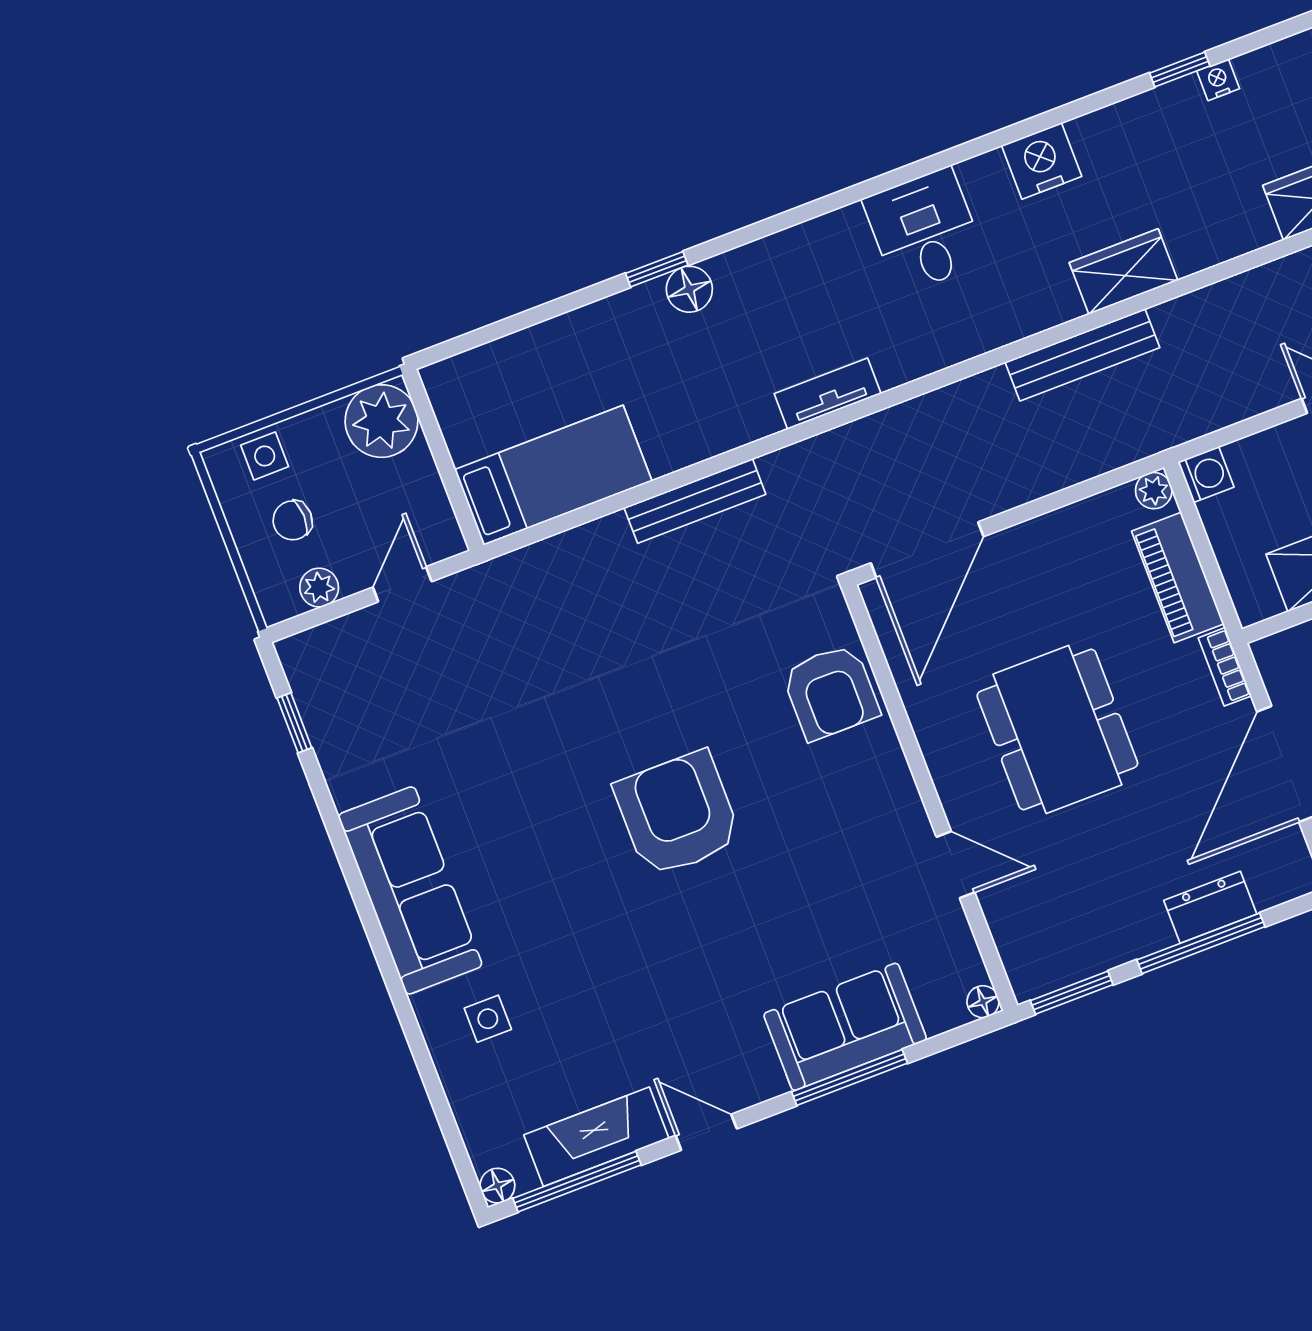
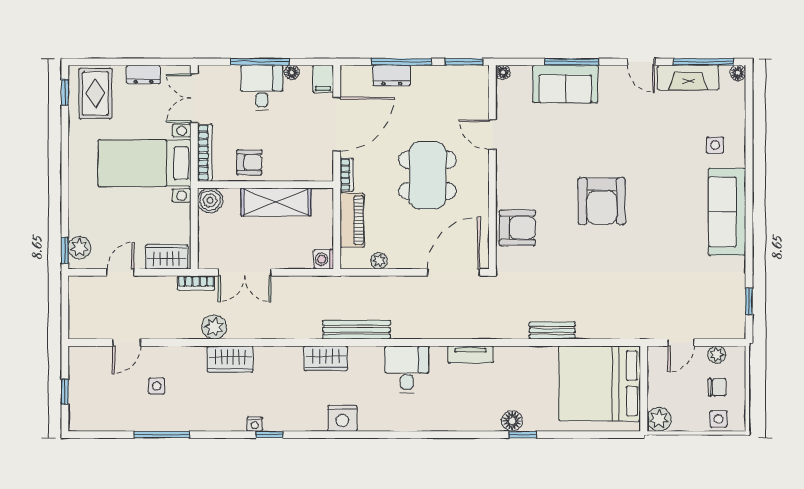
desk: (924, 231) -> (407, 369), moved, turned 180
plant: (382, 421) -> (659, 419), width x0.73, depth x0.73
bed: (553, 475) -> (600, 383), width x2.04
plant: (1154, 491) -> (379, 261), moved
bench: (695, 501) -> (552, 330), width x0.73
armchair: (831, 692) -> (517, 228), turned 90

